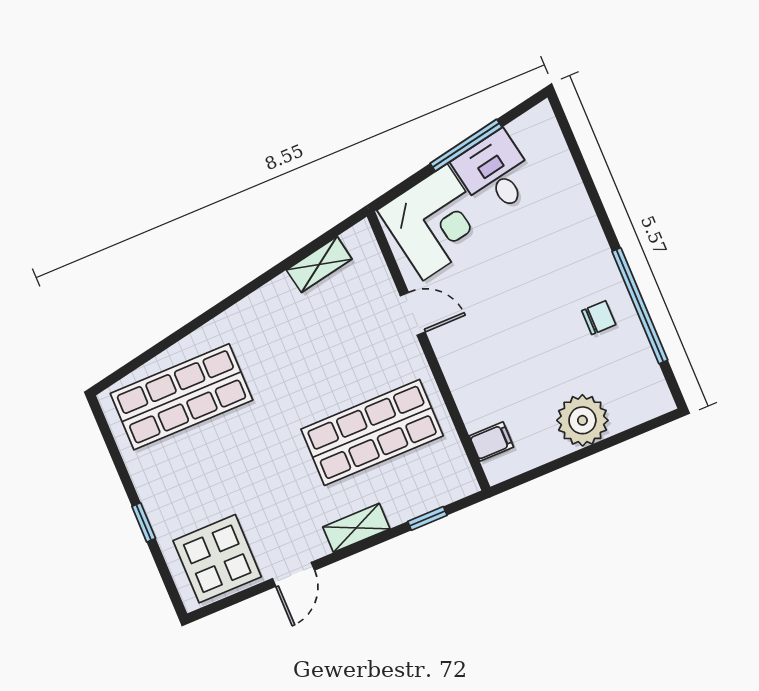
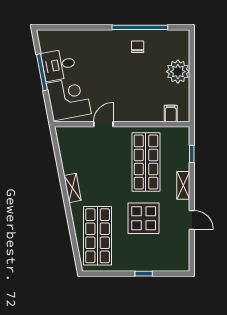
shelving: (319, 264) -> (72, 188), moved
display table: (217, 559) -> (144, 218), moved

